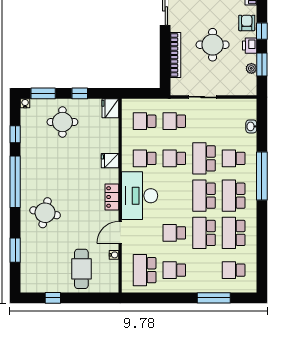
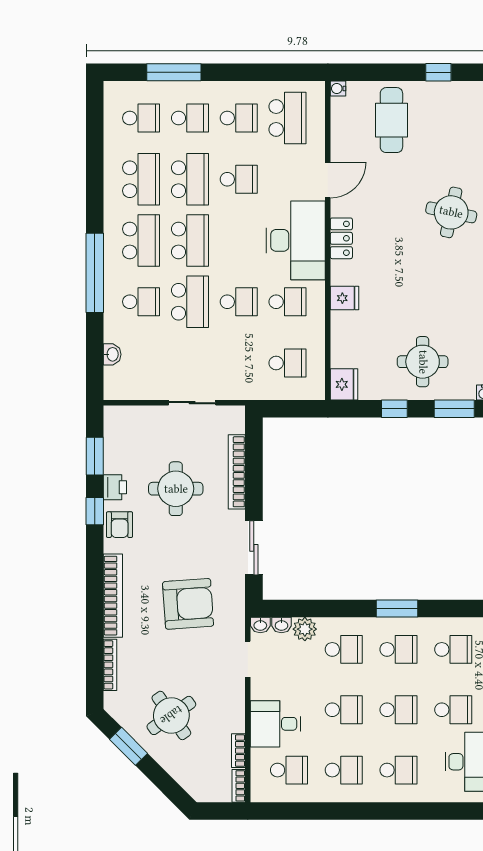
plant: (251, 68) -> (112, 450), removed
school desk: (174, 121) -> (190, 118), moved
water cooler: (114, 255) -> (338, 88), moved

